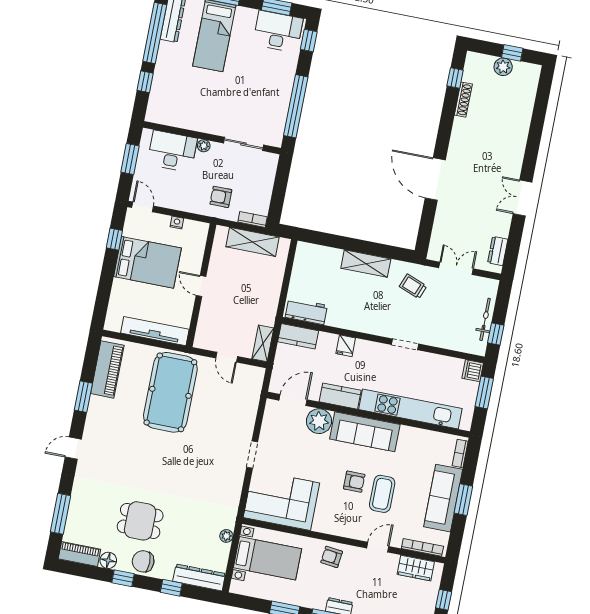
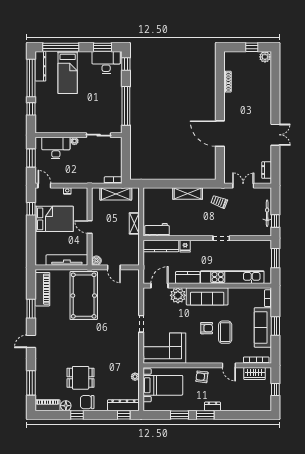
plant: (503, 67) -> (265, 57), moved
window: (455, 78) -> (220, 69), removed
armchair: (221, 197) -> (91, 170), removed
double door: (522, 198) -> (275, 135), swing flipped
kitchen counter: (298, 336) -> (161, 246), width x1.50
boiler: (201, 341) -> (96, 261), added
shelving: (263, 343) -> (134, 223), moved
dishwasher: (473, 371) -> (266, 246), removed
door: (378, 547) -> (229, 365), swing flipped
window: (171, 588) -> (124, 415), moved

